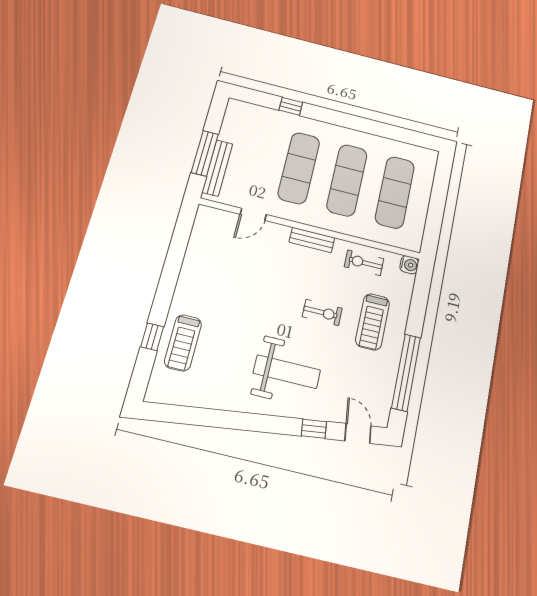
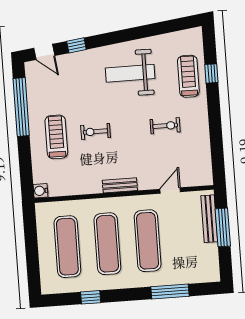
window: (291, 106) -> (170, 291), width x2.17
window: (384, 130) -> (91, 297), added
exercise bike: (364, 263) -> (165, 126), moved
weight bench: (287, 372) -> (130, 73), moved

